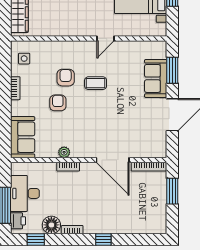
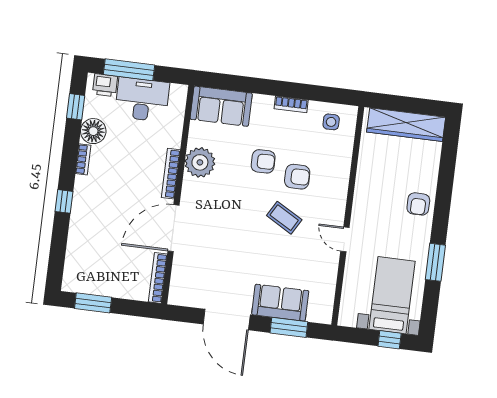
coffee table: (96, 83) -> (284, 218), turned -60
plant: (64, 152) -> (200, 162), width x1.87, depth x1.87
bookcase: (68, 167) -> (171, 174), width x1.56
window: (172, 191) -> (93, 303), moved

